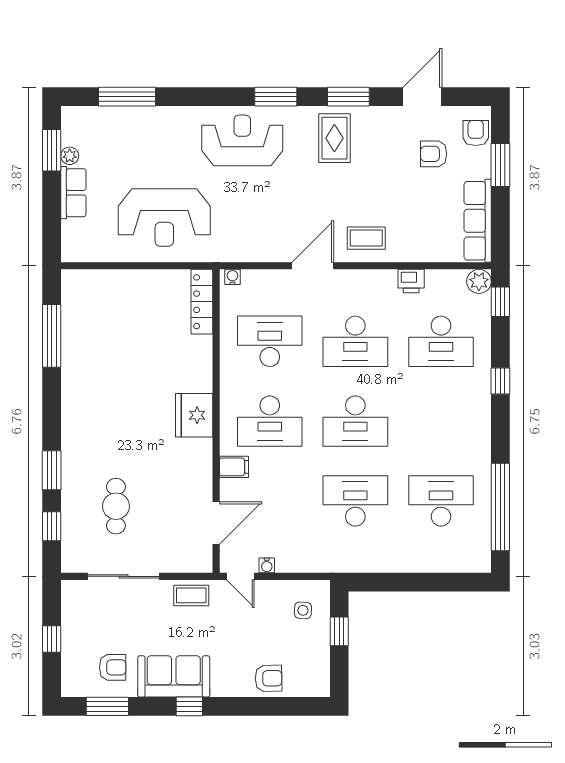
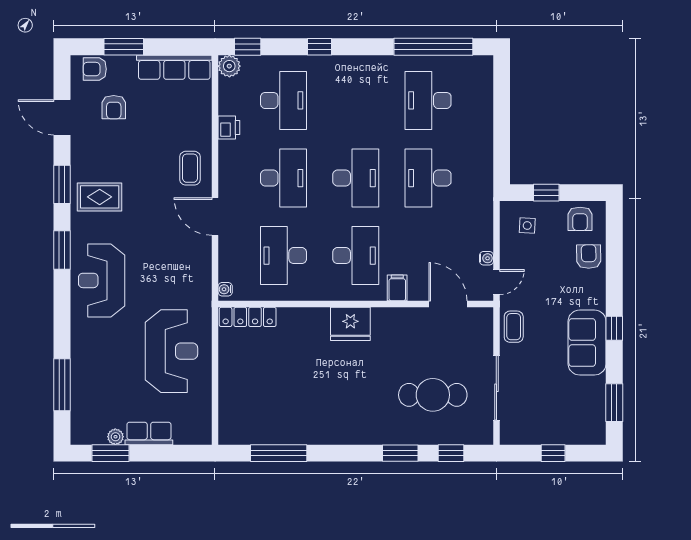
cafe table: (116, 506) -> (433, 395), width x1.37, depth x1.35
armchair: (113, 667) -> (580, 219), moved, turned 180

